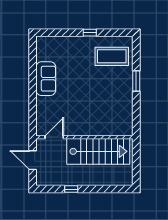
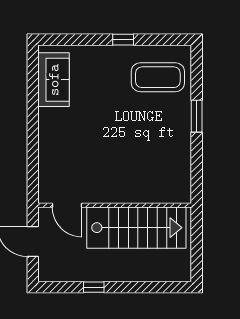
sofa: (46, 79) -> (54, 80), moved
door: (54, 137) -> (67, 205), swing flipped

